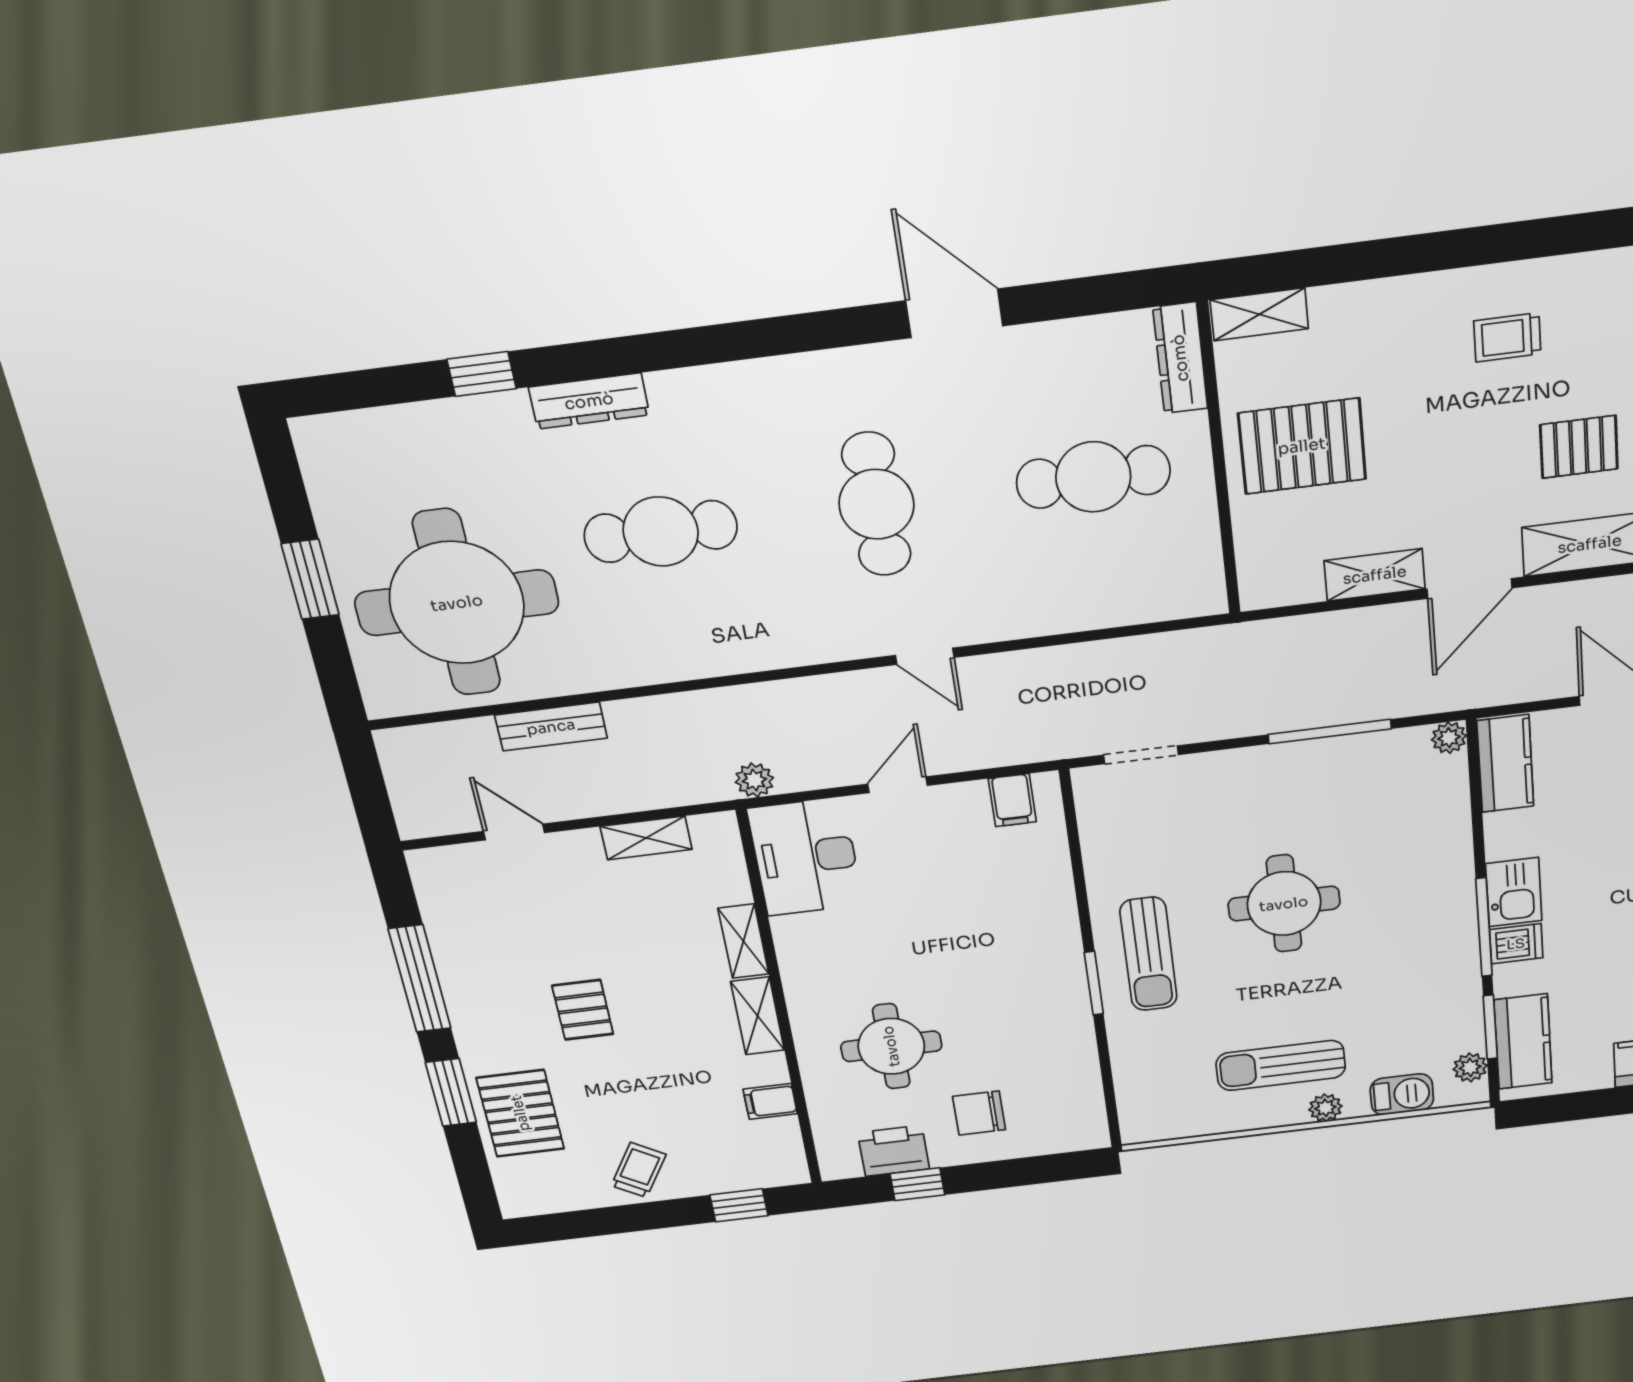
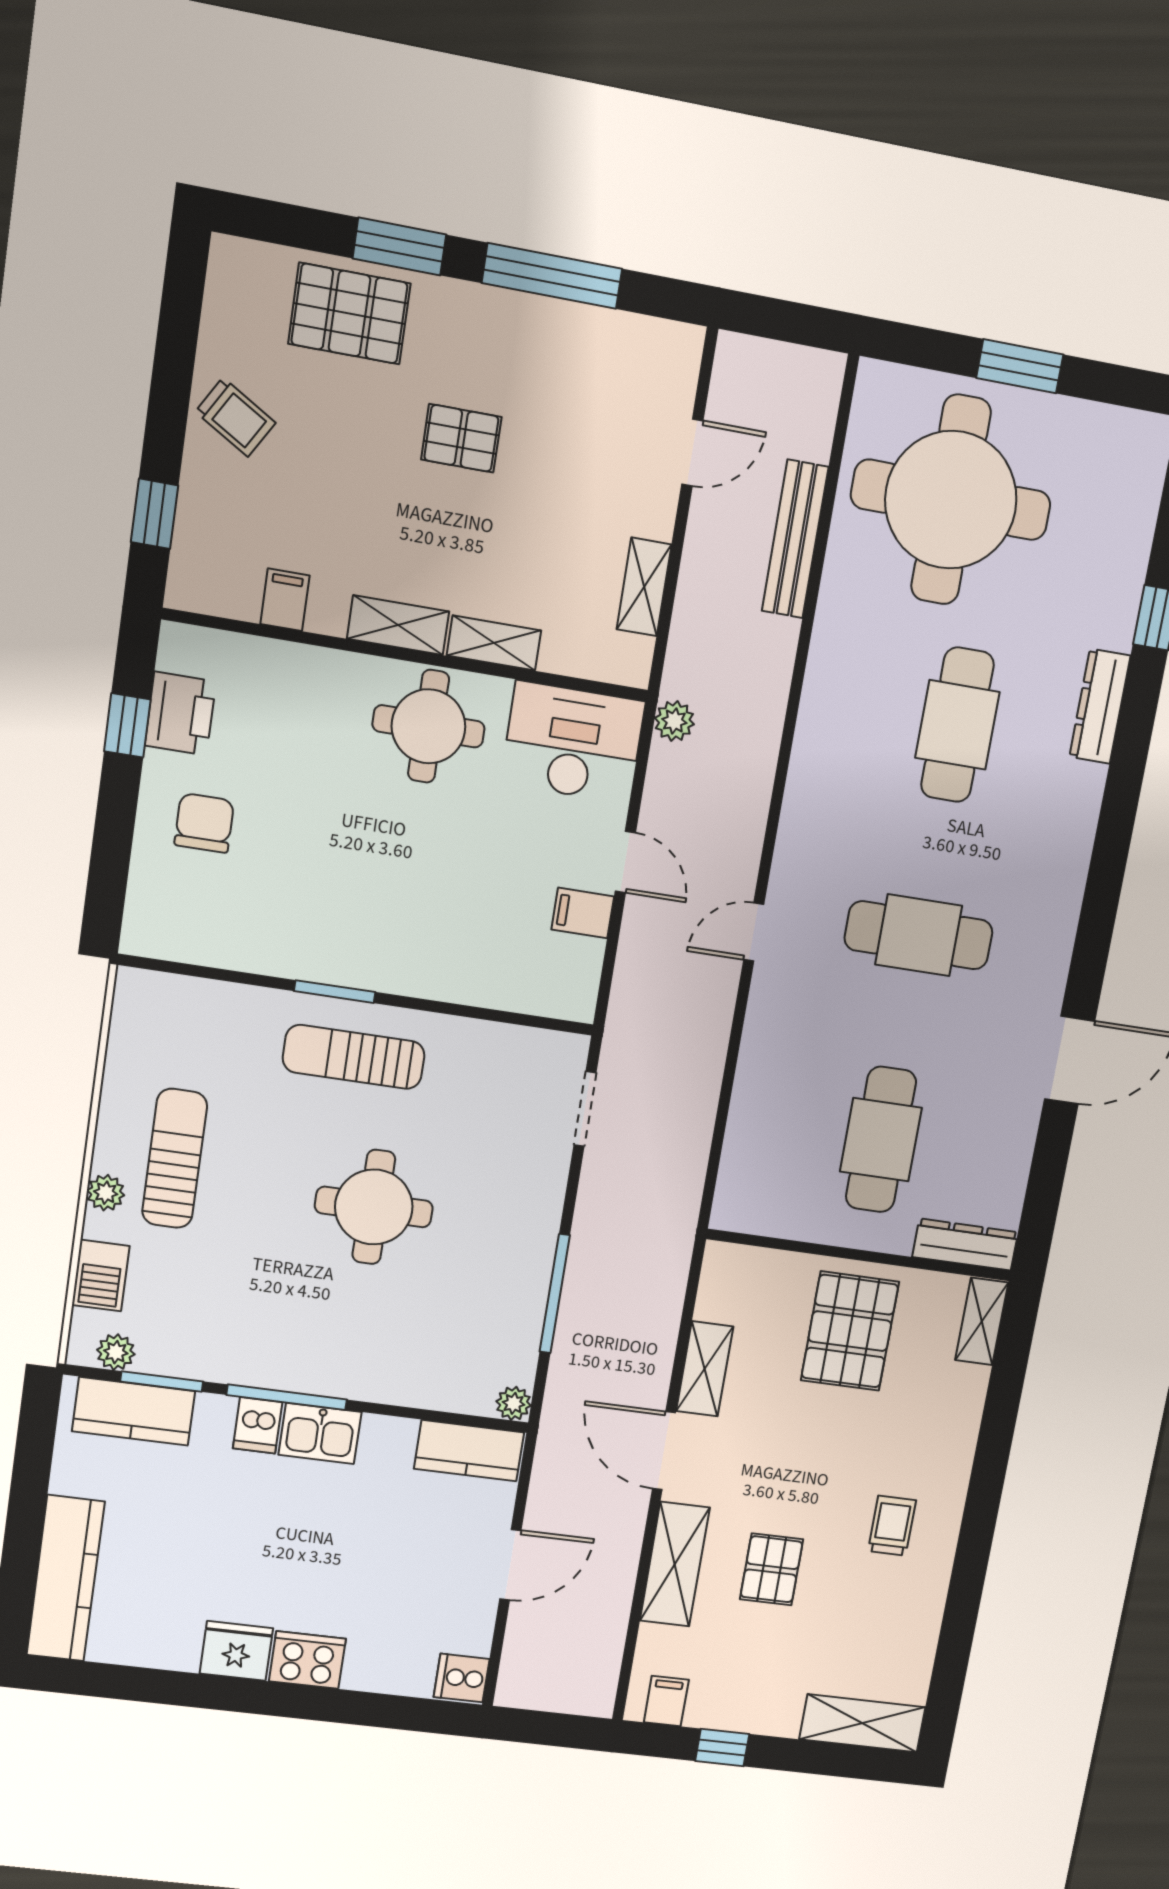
bench: (551, 727) -> (795, 539), width x1.36
filing cabinet: (1012, 800) -> (583, 913), moved
round table: (891, 1046) -> (429, 726), moved

